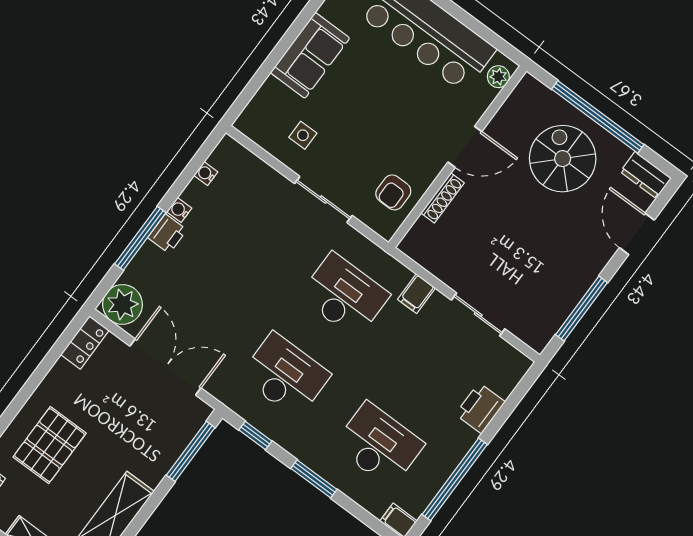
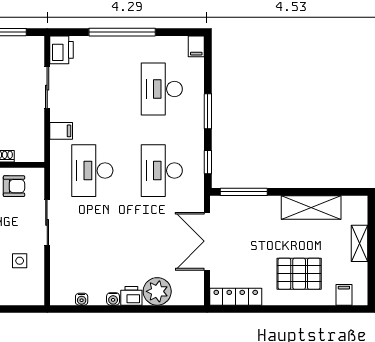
window: (140, 238) -> (145, 309), removed
plant: (123, 304) -> (157, 291), moved
locker: (85, 342) -> (236, 297), width x1.53
printer: (480, 408) -> (62, 50), moved, turned -90
window: (455, 479) -> (122, 32), moved

